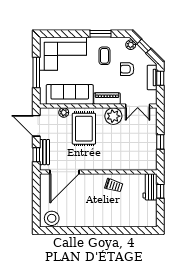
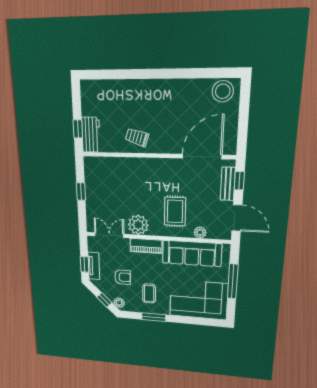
rug: (84, 129) -> (175, 211), width x0.73, depth x0.70

